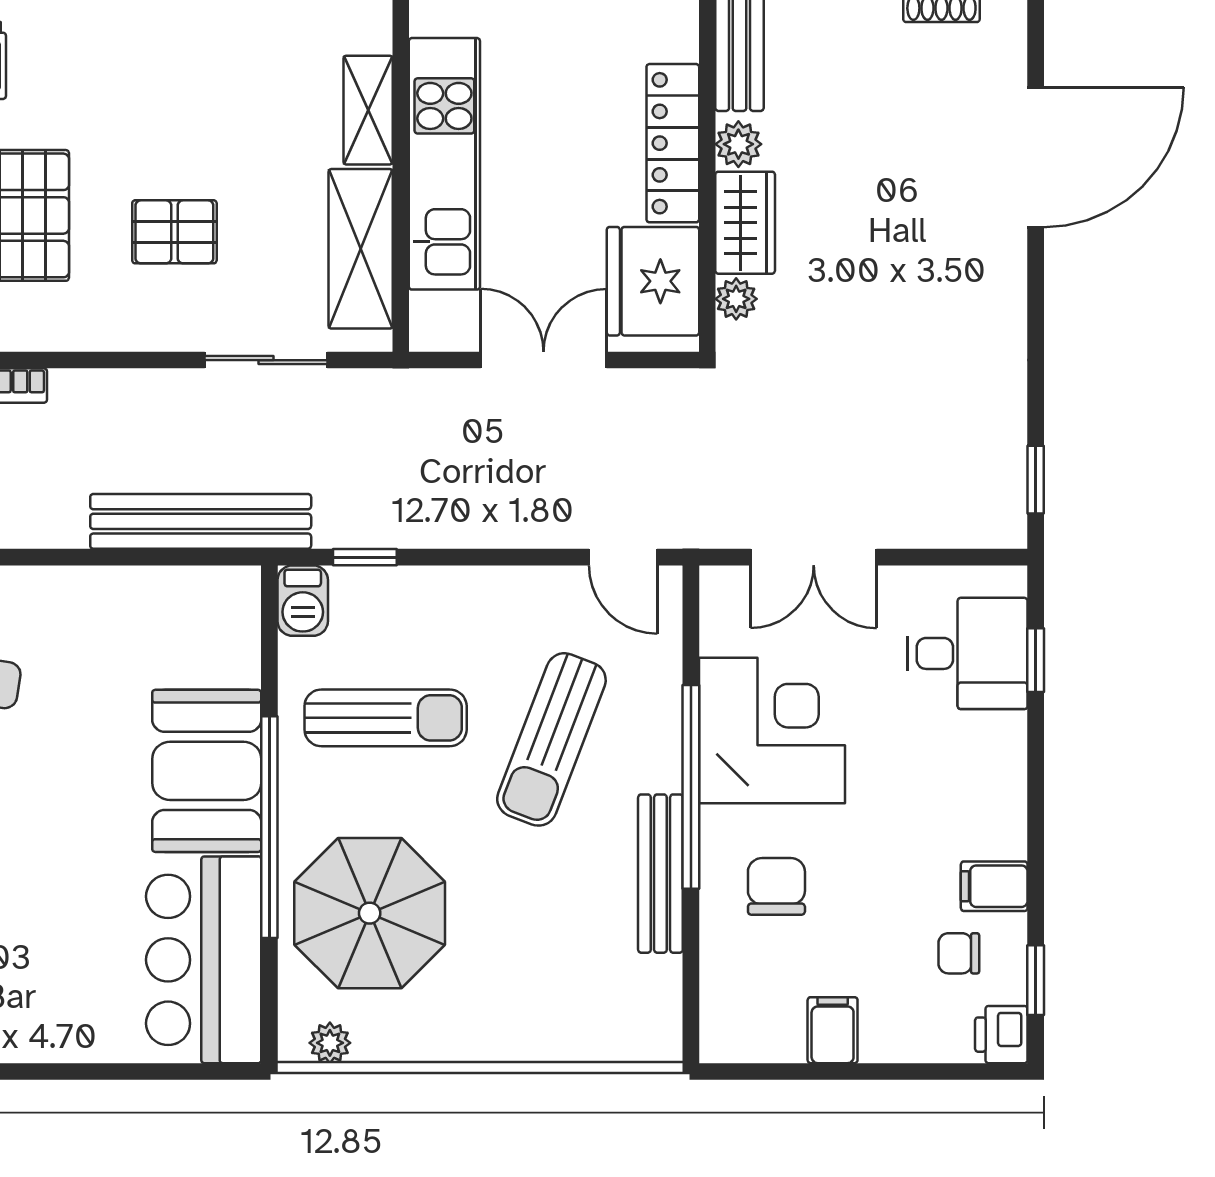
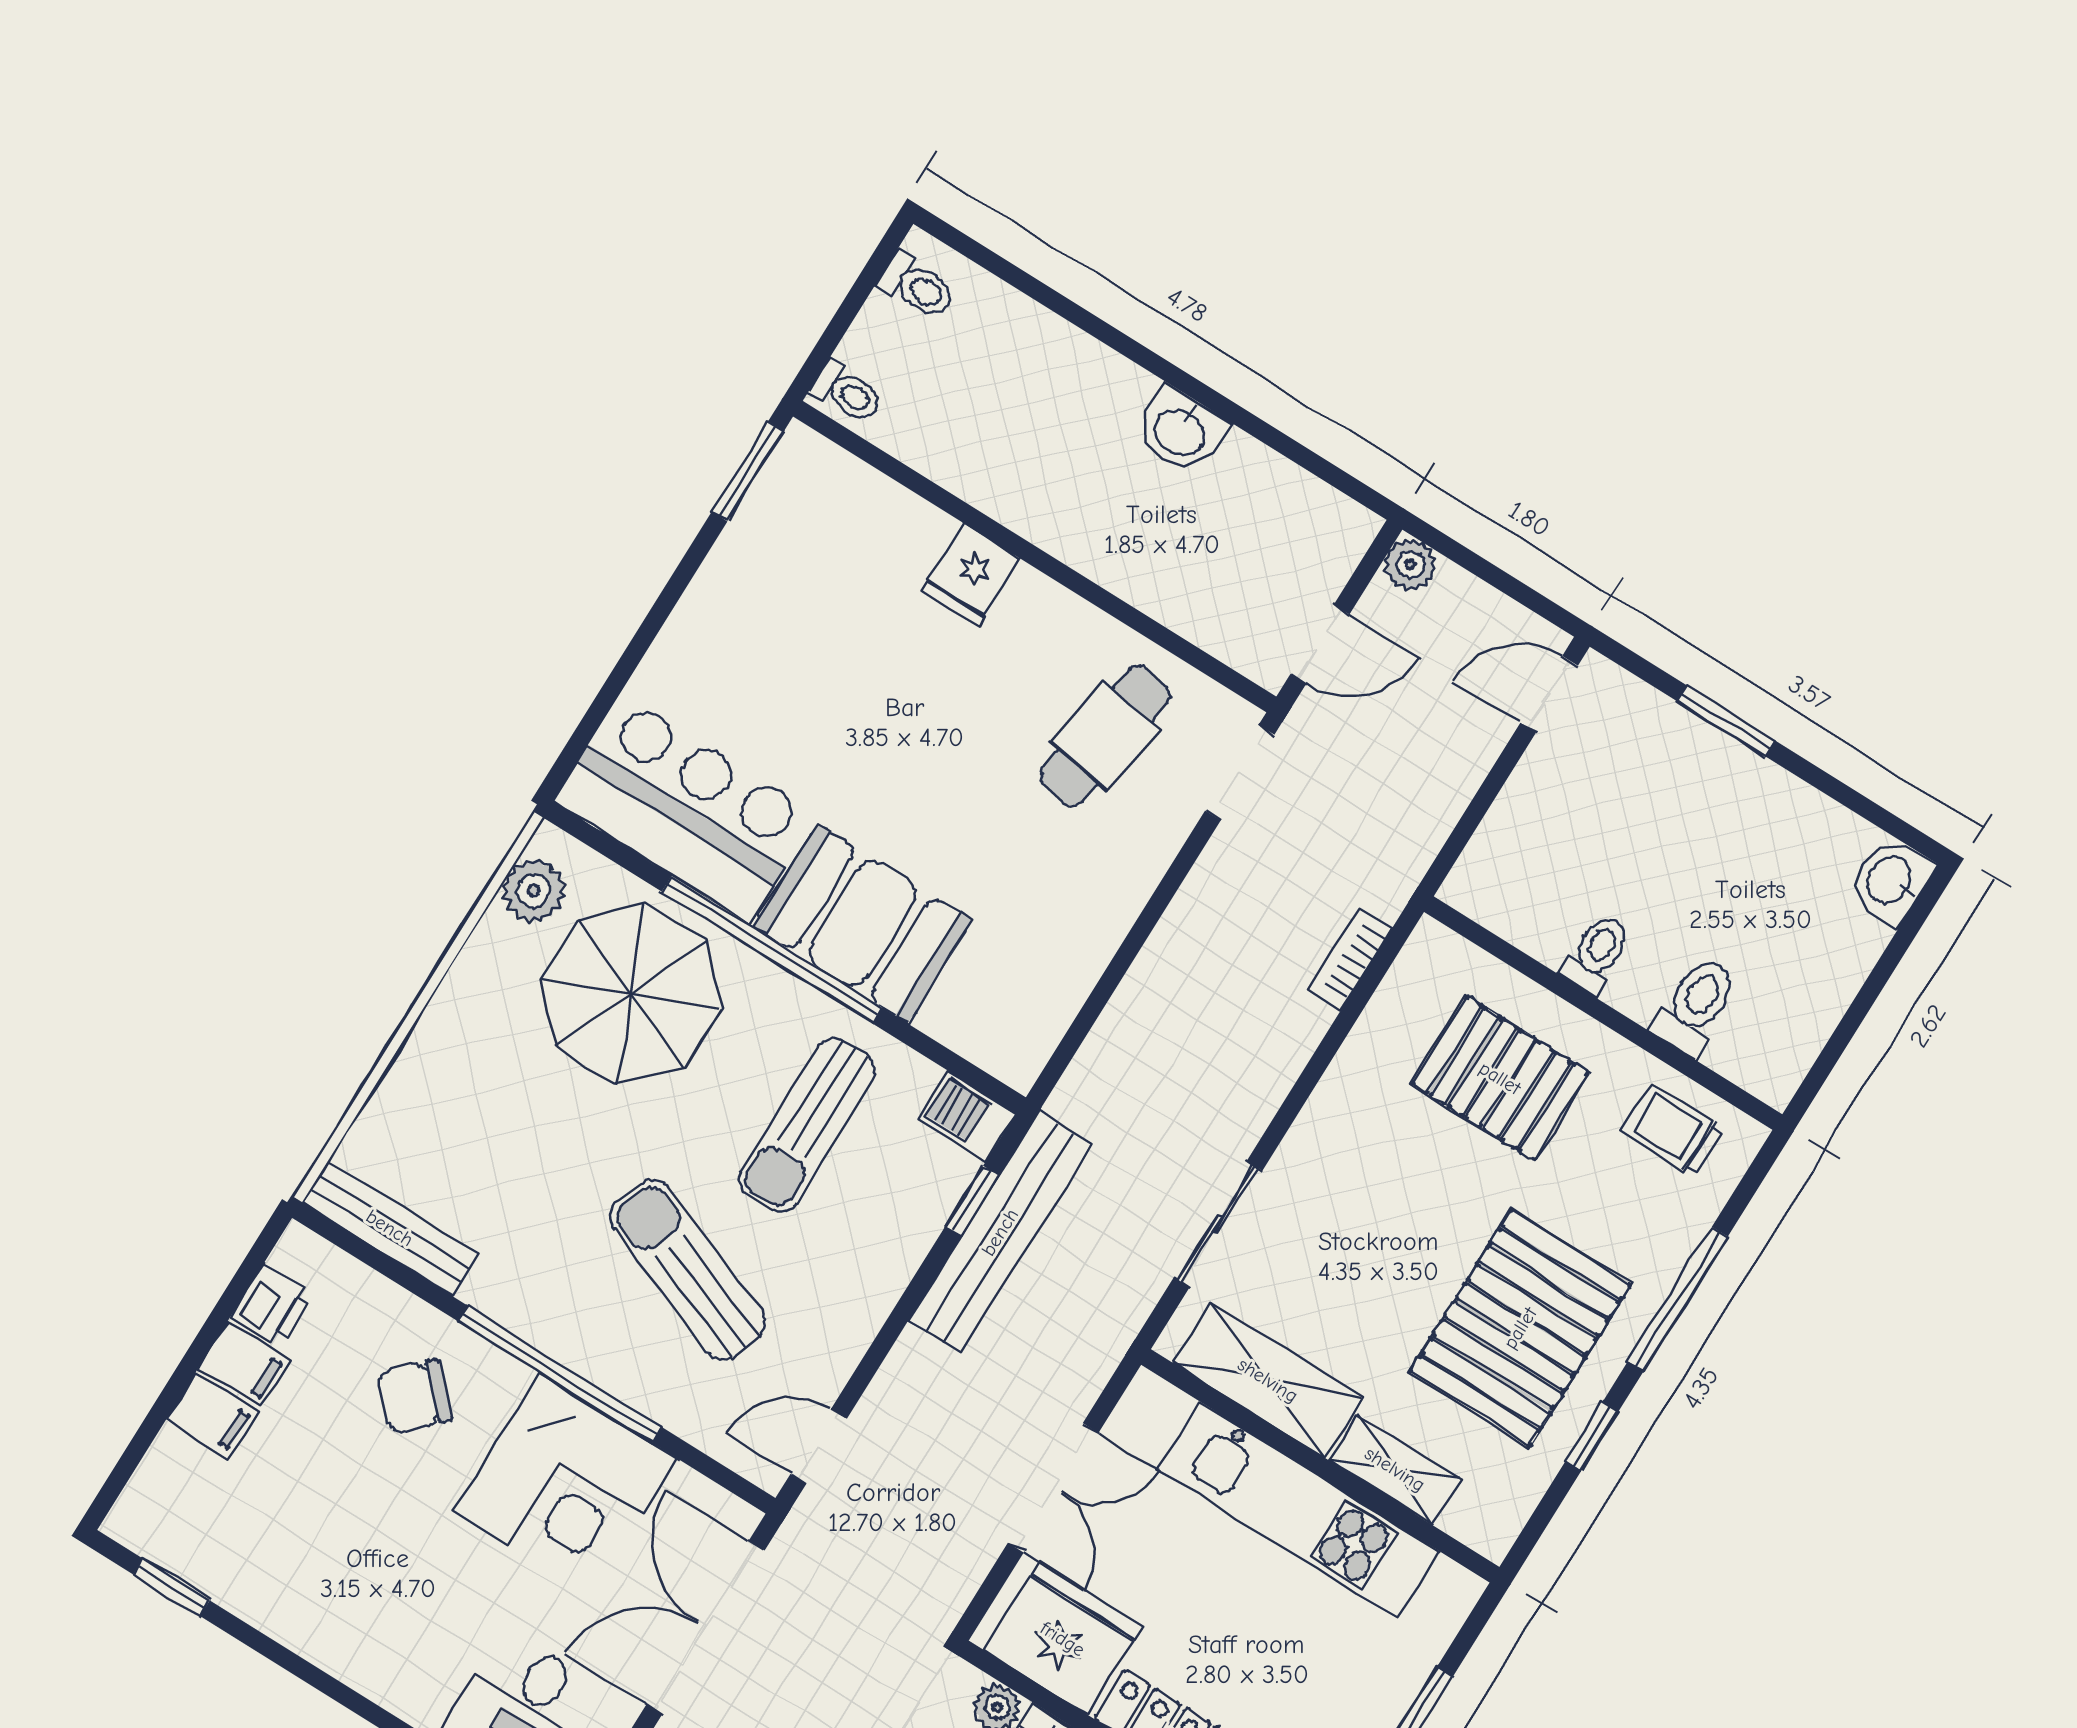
pallet: (174, 232) -> (1520, 1328), moved, width x2.05, depth x2.00
bench: (201, 521) -> (1000, 1232), moved
double door: (814, 557) -> (705, 1628), width x1.37
bench: (660, 874) -> (390, 1228), moved
chair: (776, 886) -> (414, 1397), turned 134
filing cabinet: (994, 886) -> (212, 1416), moved, turned 90
chair: (959, 953) -> (242, 1530), removed
printer: (1001, 1035) -> (272, 1305), moved, turned 90
plant: (330, 1043) -> (534, 891), width x1.38, depth x1.38

